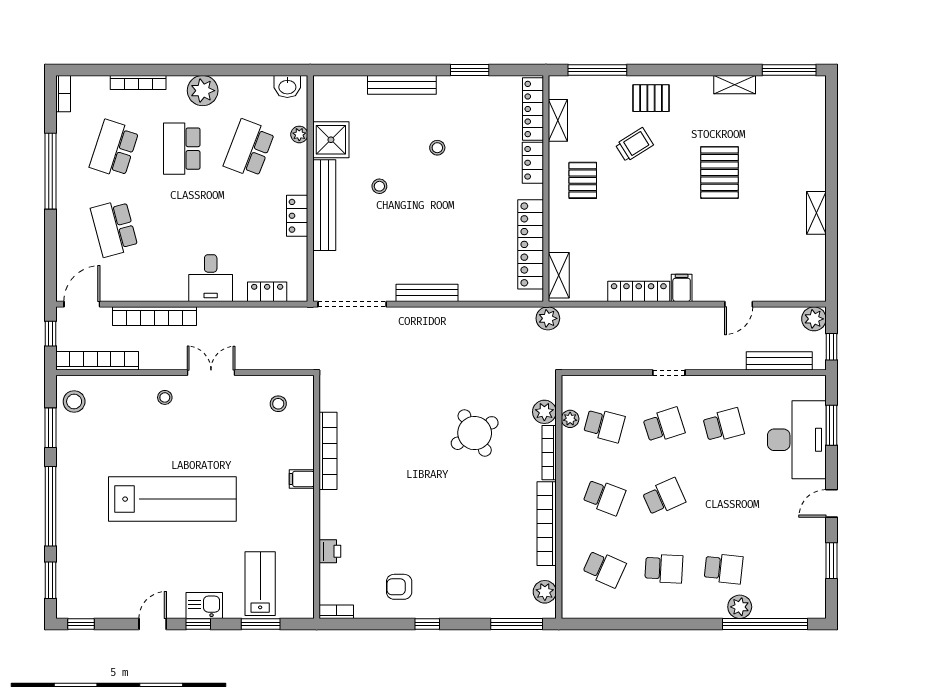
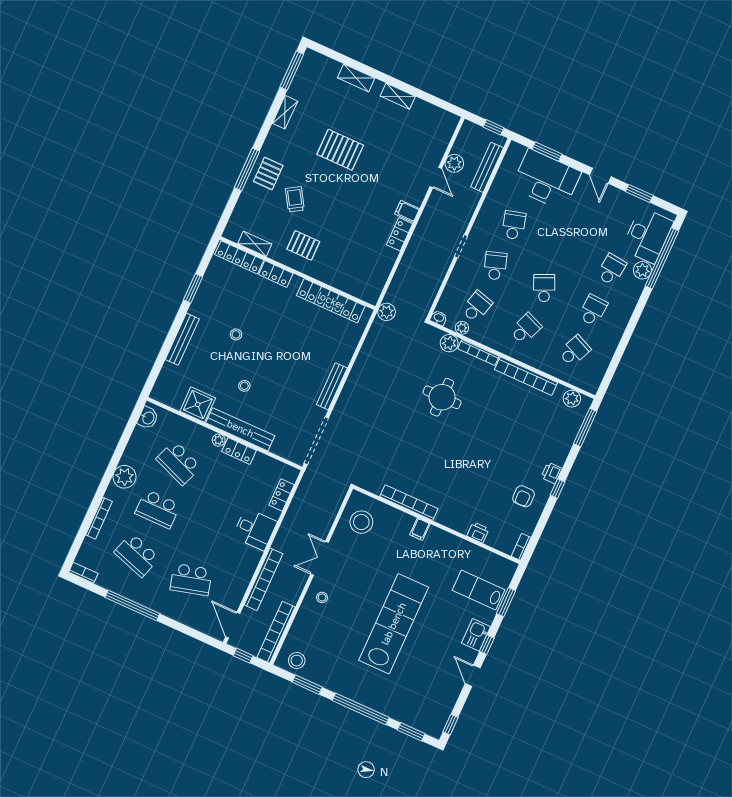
window: (597, 70) -> (247, 169), moved
plant: (299, 134) -> (219, 440), moved
shelving: (559, 275) -> (356, 78), moved
locker: (639, 291) -> (400, 234), width x0.66
plant: (814, 319) -> (454, 163), moved
washbasin: (569, 385) -> (439, 318), added
stool: (278, 404) -> (361, 522), width x1.89, depth x1.89
round table: (475, 433) -> (442, 397), turned 31
desk: (785, 594) -> (648, 235), added
printer: (443, 608) -> (552, 473), added

